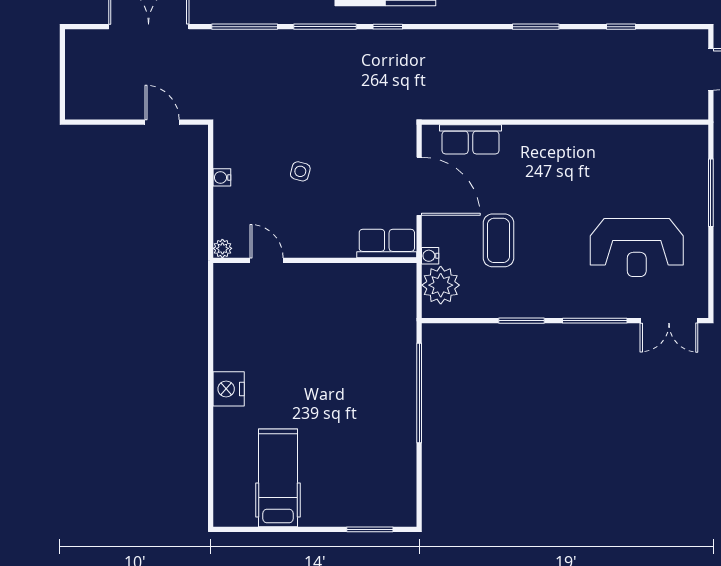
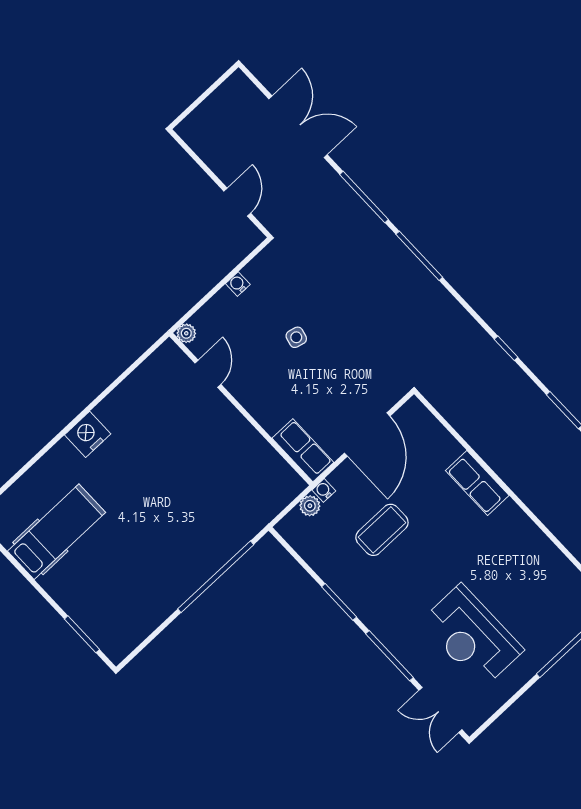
window: (388, 27) -> (506, 348), moved
row of seats: (470, 139) -> (477, 483), moved
plant: (441, 285) -> (310, 506), width x0.53, depth x0.53

